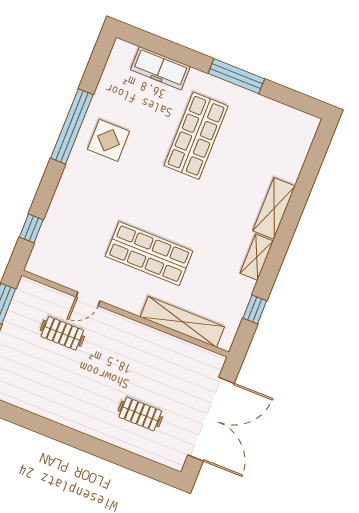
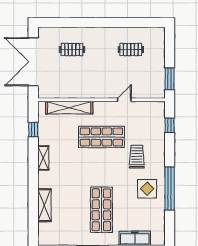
trolley: (105, 199) -> (137, 157), added
shelving: (274, 208) -> (44, 205), moved
clothes rail: (62, 333) -> (131, 50), moved

